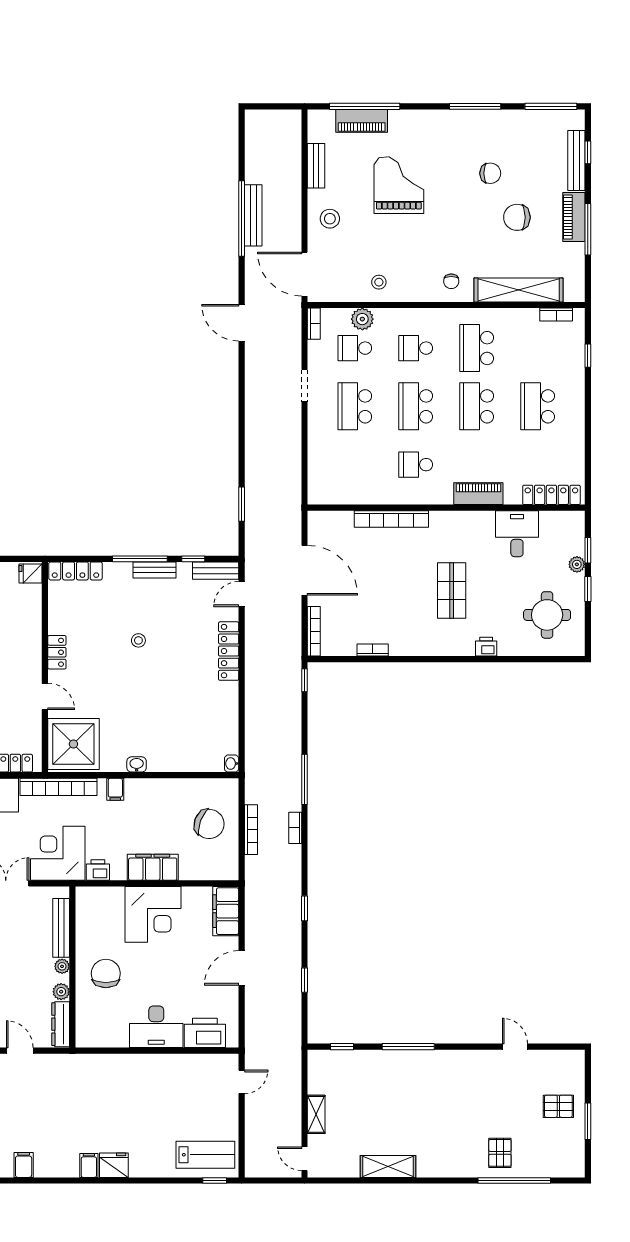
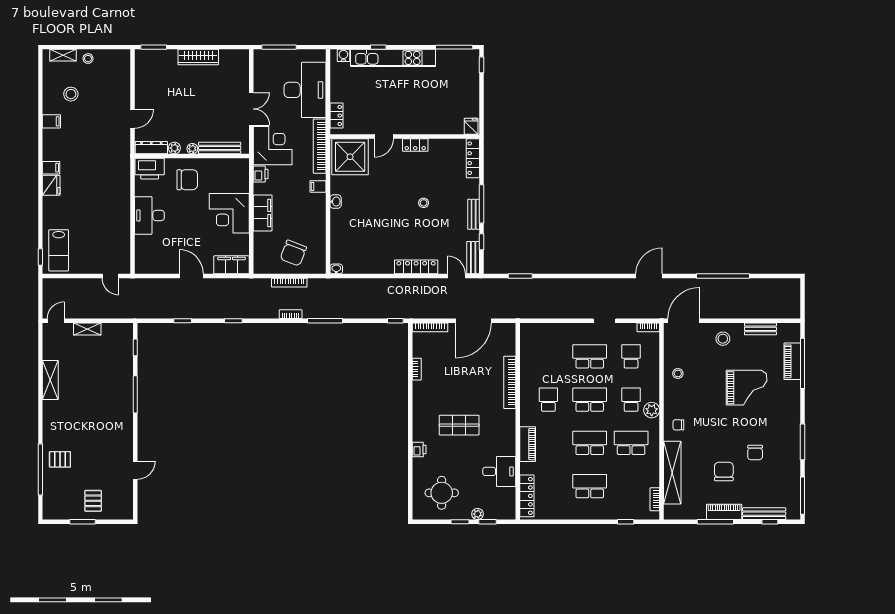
bench: (253, 215) -> (725, 284), removed
plant: (362, 319) -> (652, 410), moved
printer: (205, 1033) -> (150, 169), moved, turned 90

